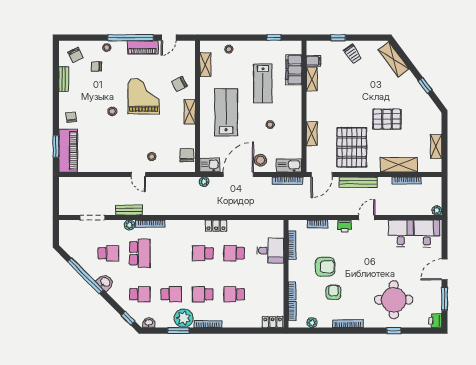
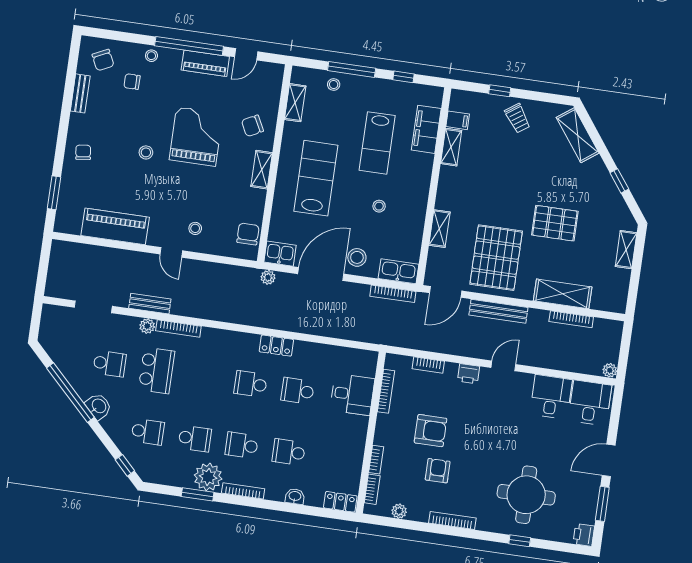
window: (239, 38) -> (352, 69), added
shelving: (436, 147) -> (626, 250), moved
piano: (68, 151) -> (115, 226), moved, turned -90
washbasin: (149, 323) -> (295, 496), moved

